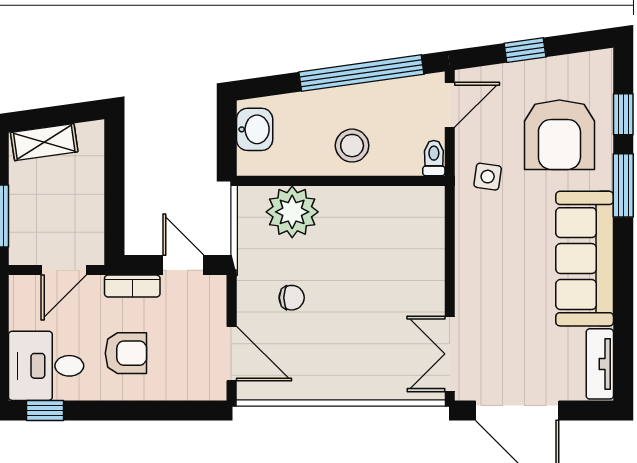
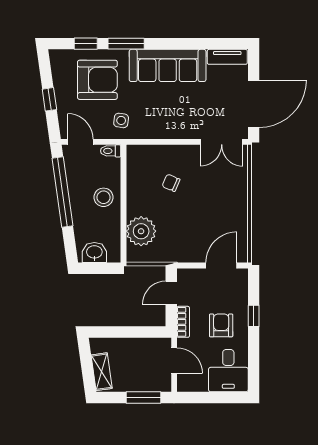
chair: (292, 298) -> (171, 183), moved, turned -67
window: (45, 410) -> (254, 316), moved

